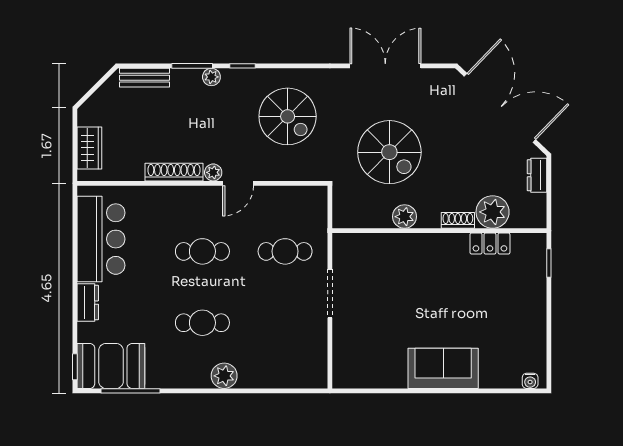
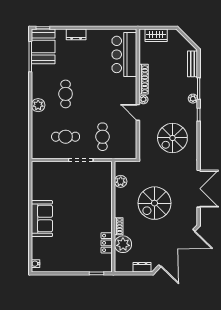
spiral stairs: (389, 152) -> (154, 203), moved
plant: (404, 217) -> (121, 181), moved
bar counter: (101, 239) -> (124, 54), moved, turned 90
cafe table: (202, 251) -> (66, 137), moved, turned 90

